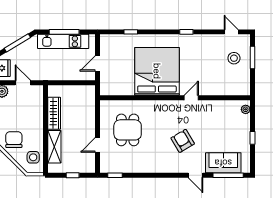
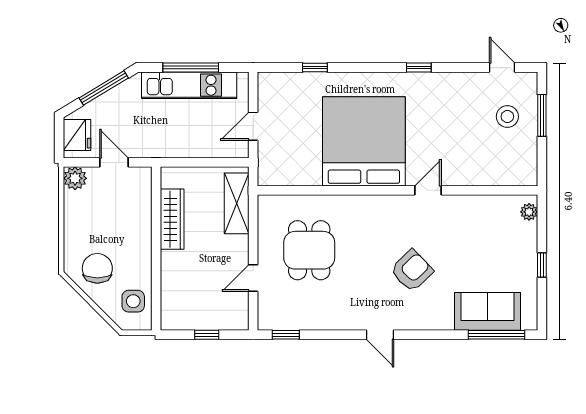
armchair: (183, 141) -> (412, 271), turned 77
shelving: (54, 147) -> (237, 203), moved
door: (196, 175) -> (380, 335), moved

